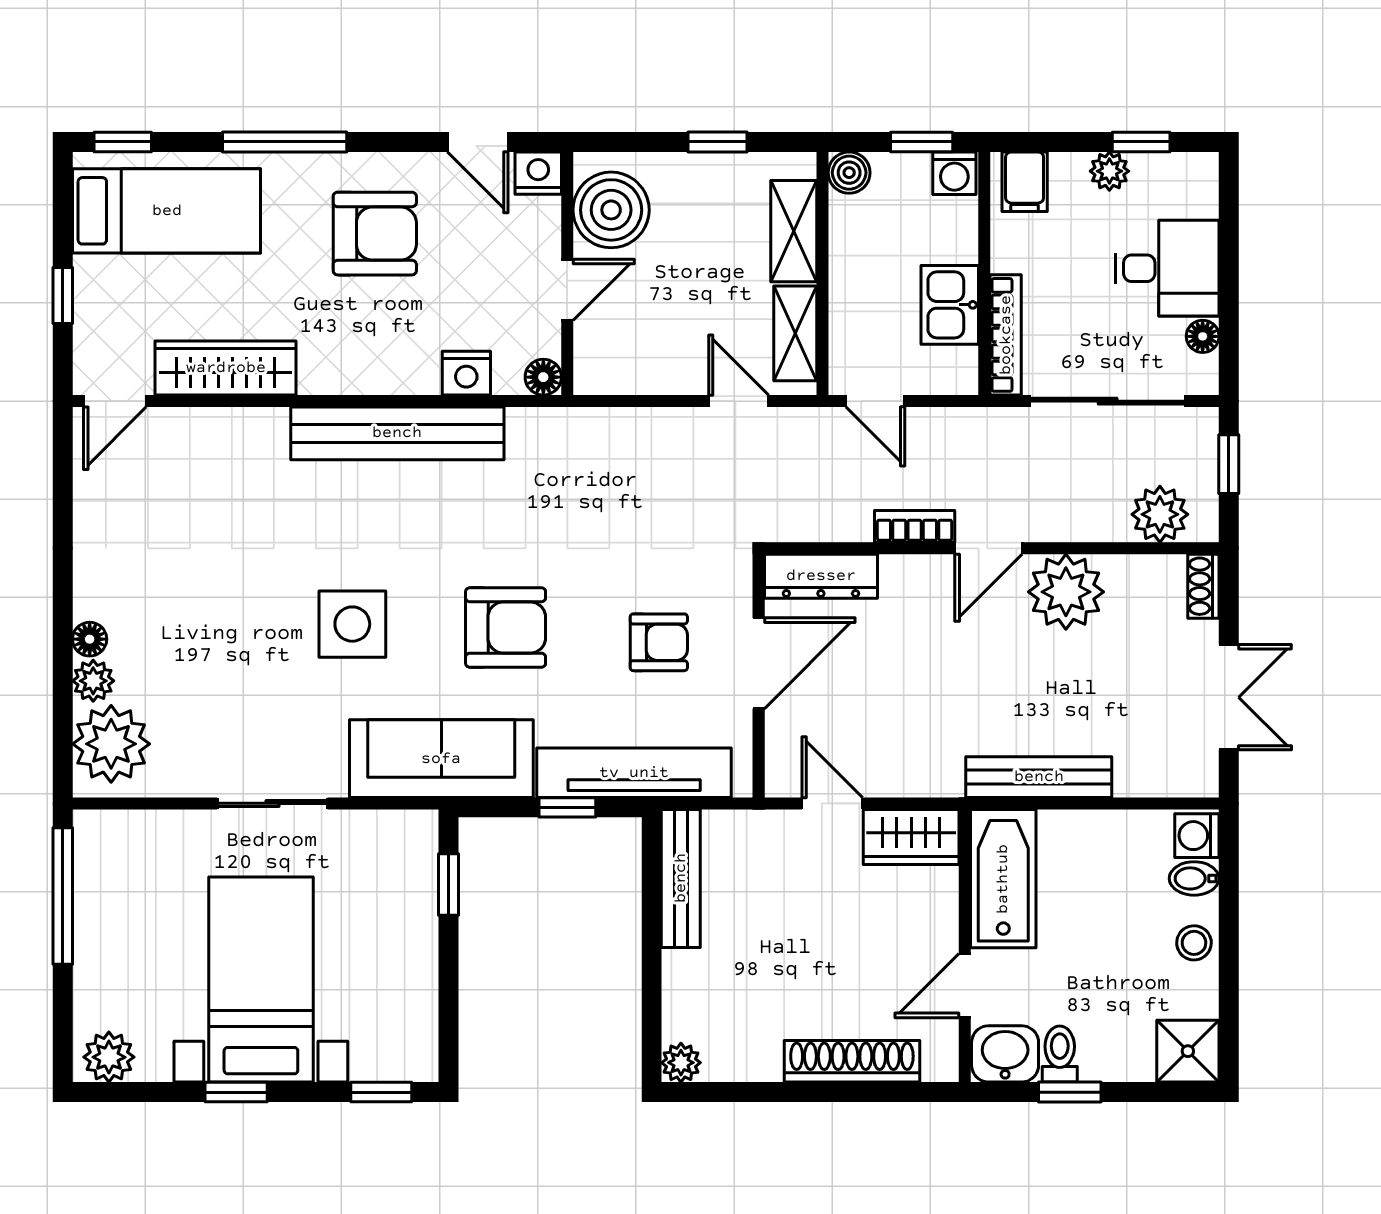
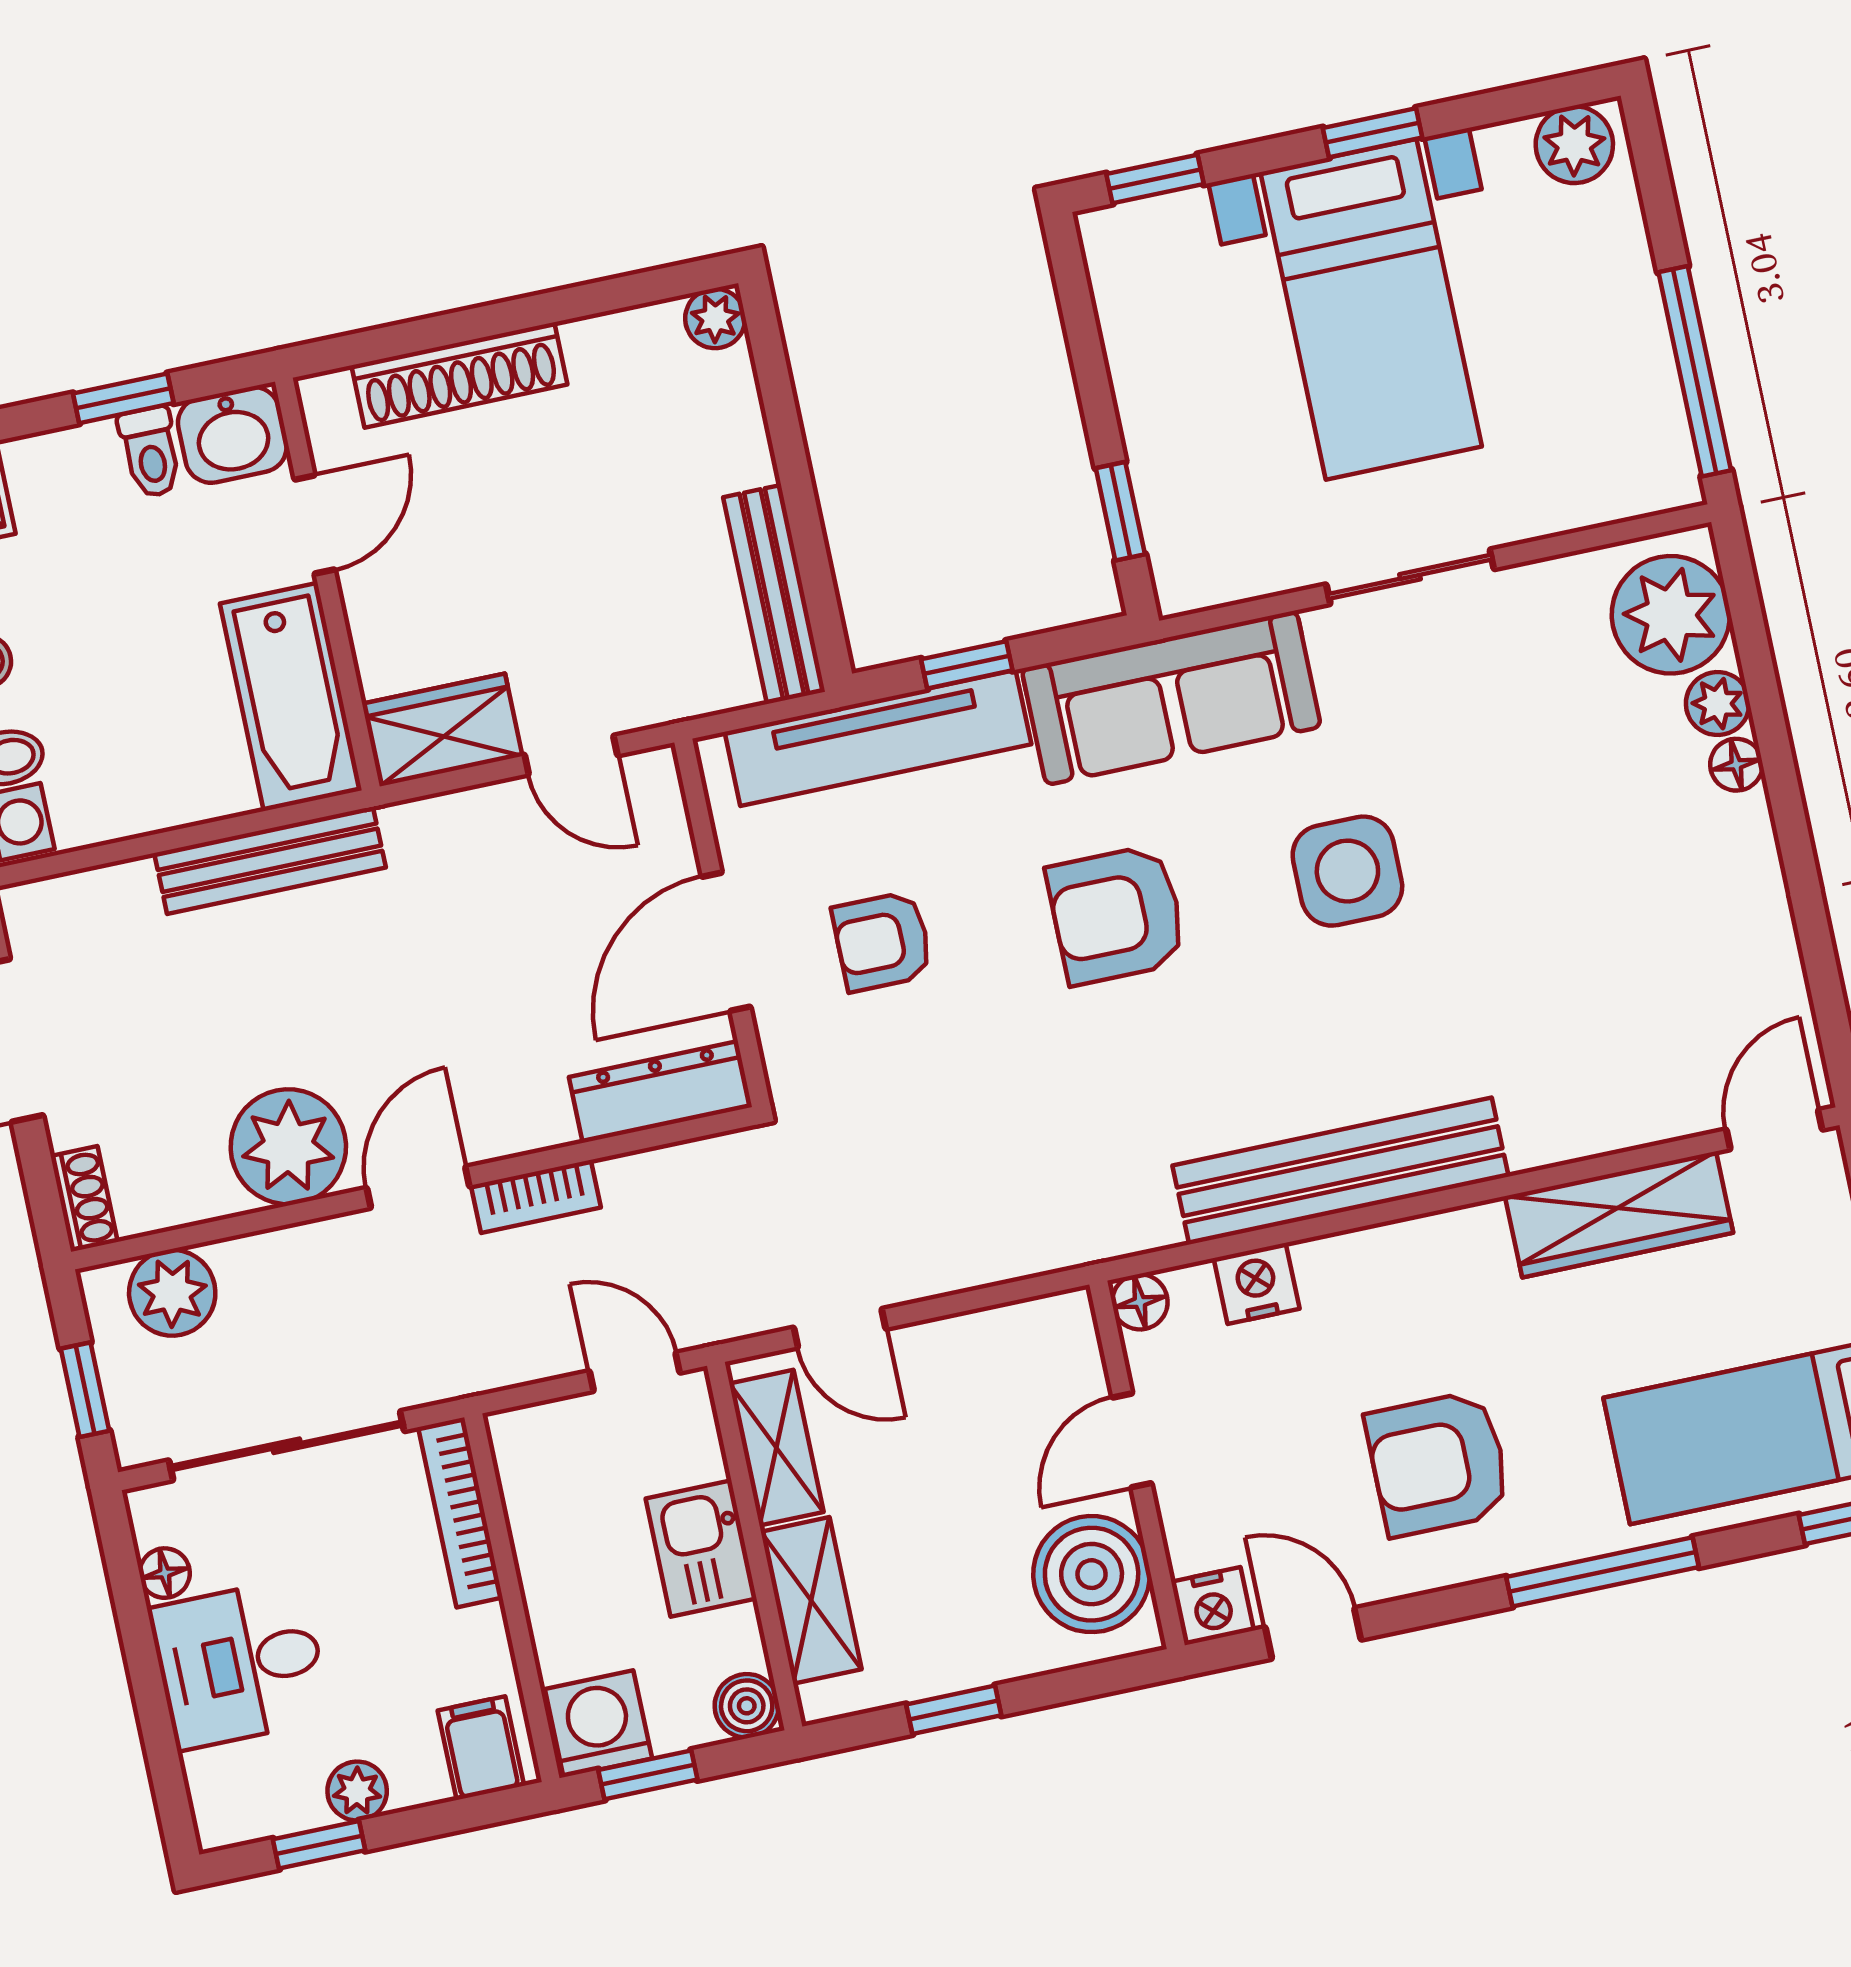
washing machine: (954, 173) -> (598, 1724), width x1.38, depth x1.38
kitchen sink: (950, 305) -> (701, 1549), moved, turned 180

